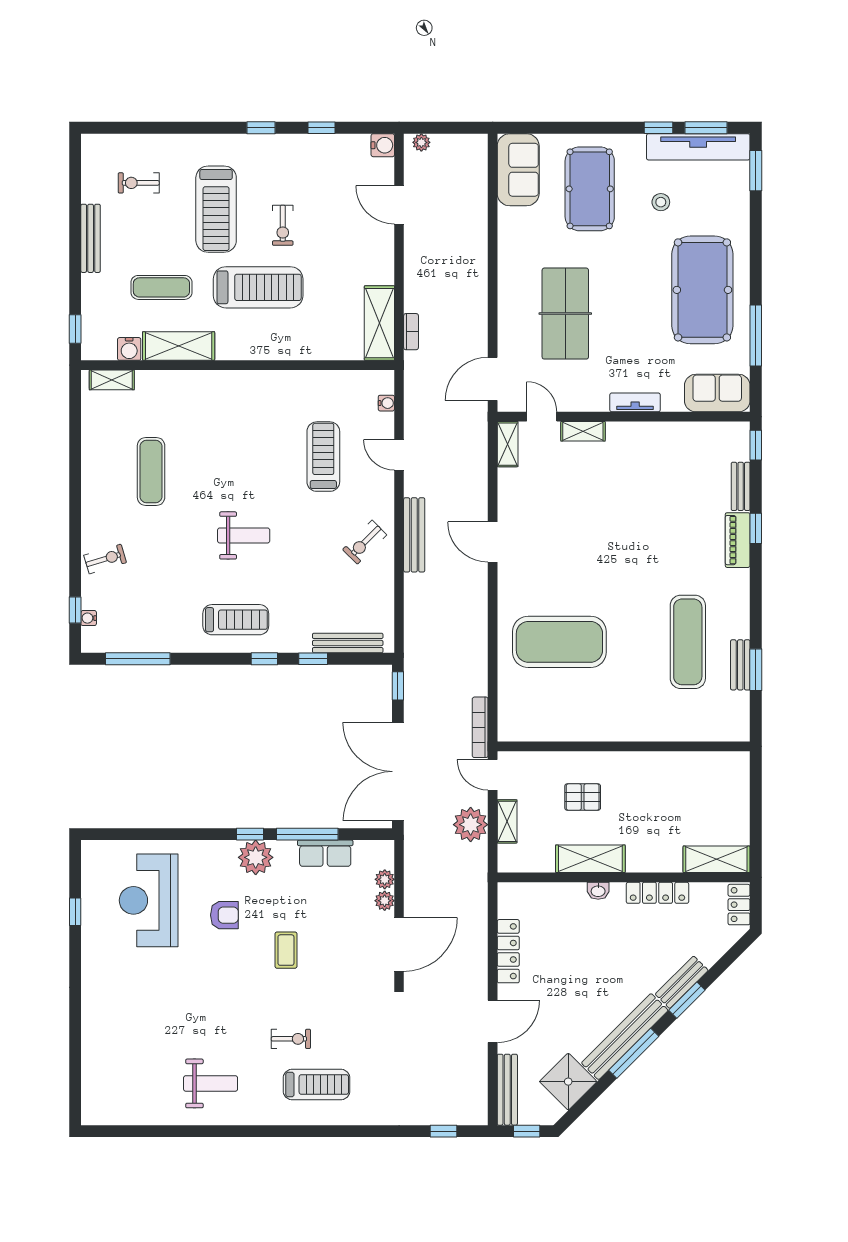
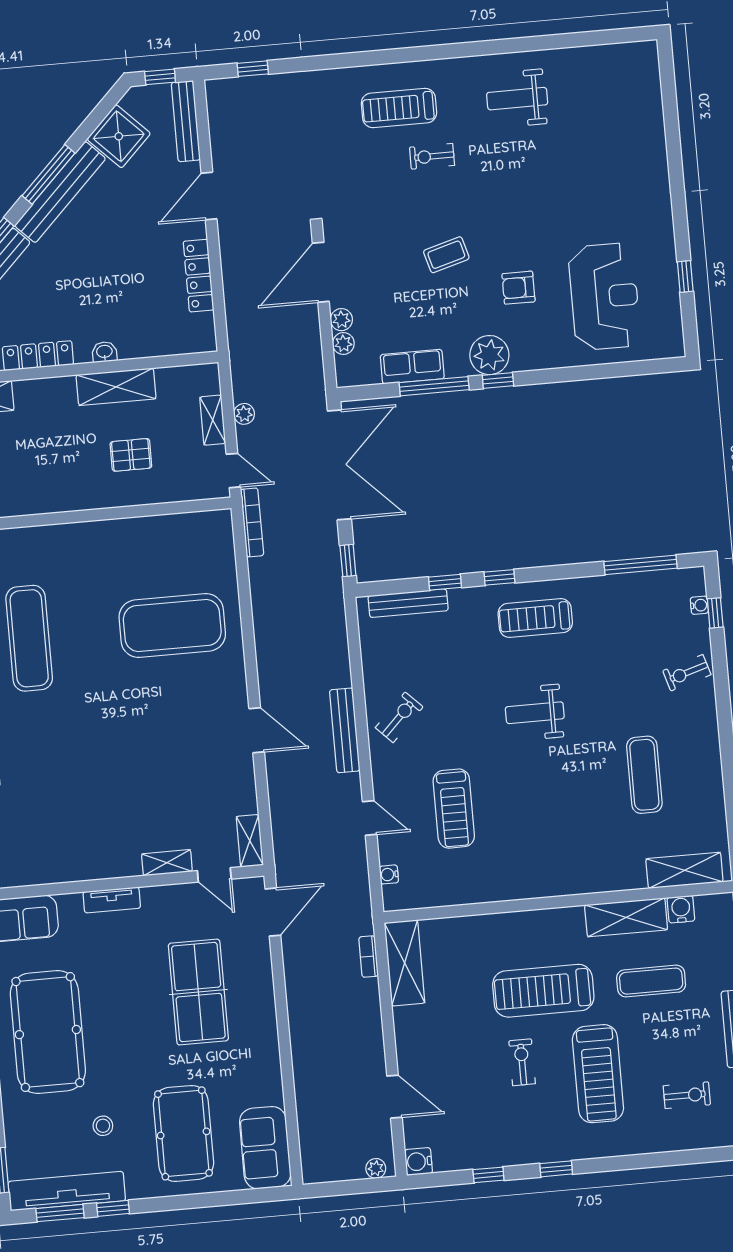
treadmill: (216, 209) -> (598, 1074), turned 180
shelving: (112, 380) -> (684, 870), width x1.50, depth x1.33
plant: (471, 825) -> (244, 414), width x0.53, depth x0.53
coffee table: (286, 950) -> (446, 255), turned 74

